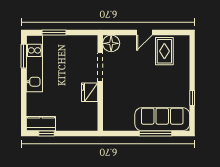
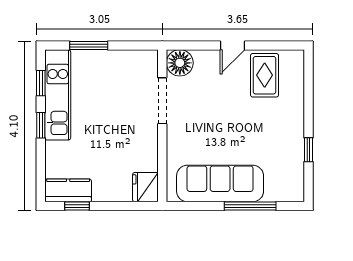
window: (24, 56) -> (41, 83), width x0.67
window: (24, 83) -> (41, 125), added
fridge: (90, 92) -> (145, 187), moved
sofa: (162, 119) -> (220, 183), moved

